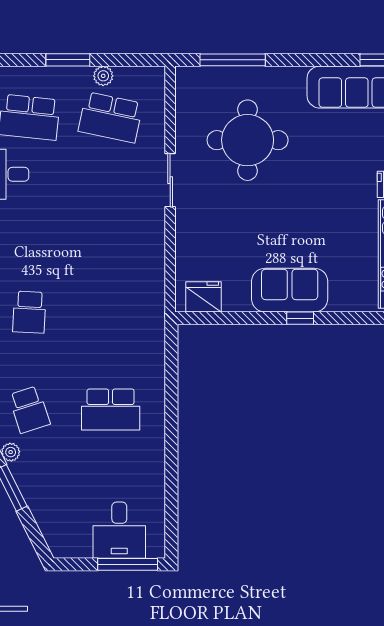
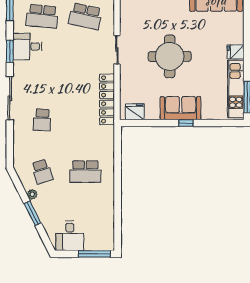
round table: (248, 140) -> (170, 56), moved
locker: (151, 274) -> (107, 99), added
desk: (119, 530) -> (70, 236), moved

